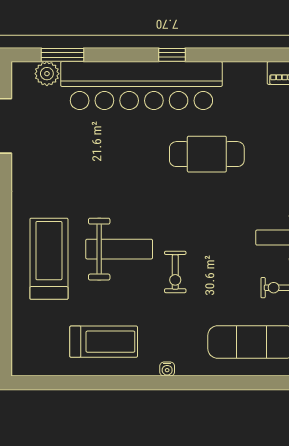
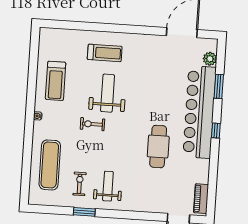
window: (63, 55) -> (219, 86), moved
weight bench: (119, 249) -> (108, 93), turned 180
treadmill: (49, 259) -> (105, 53), width x0.73, depth x0.73

